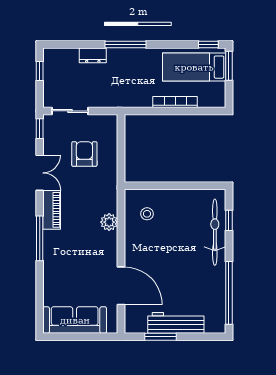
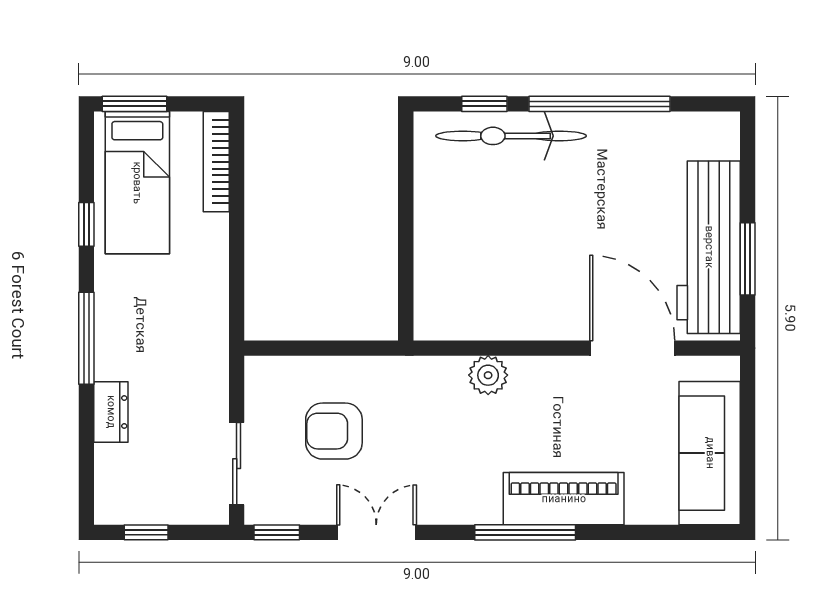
window: (208, 45) -> (86, 224), moved
bookcase: (175, 102) -> (216, 162), moved
piano: (52, 210) -> (564, 499), moved, width x1.37, depth x1.33
stool: (147, 214) -> (469, 289), removed
door: (121, 286) -> (632, 348), hinge flipped
window: (229, 293) -> (600, 104), moved
workbench: (176, 323) -> (709, 247), width x1.36, depth x1.32

